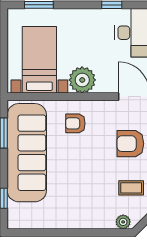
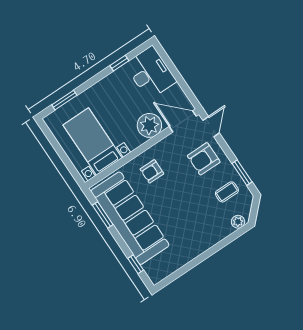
plant: (82, 80) -> (149, 125), moved

